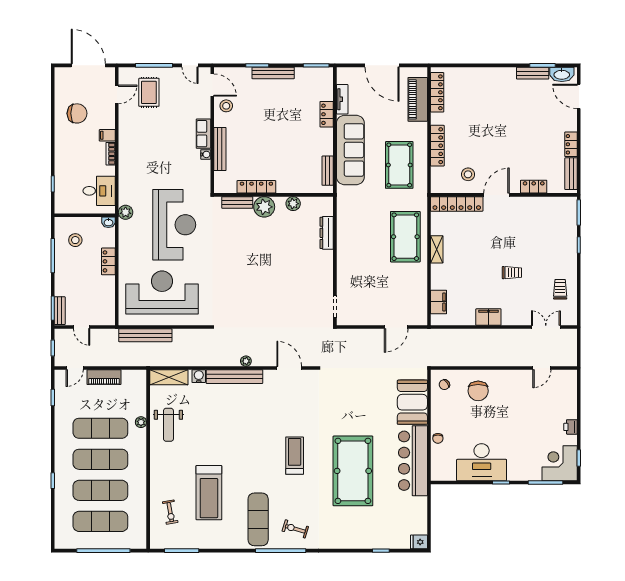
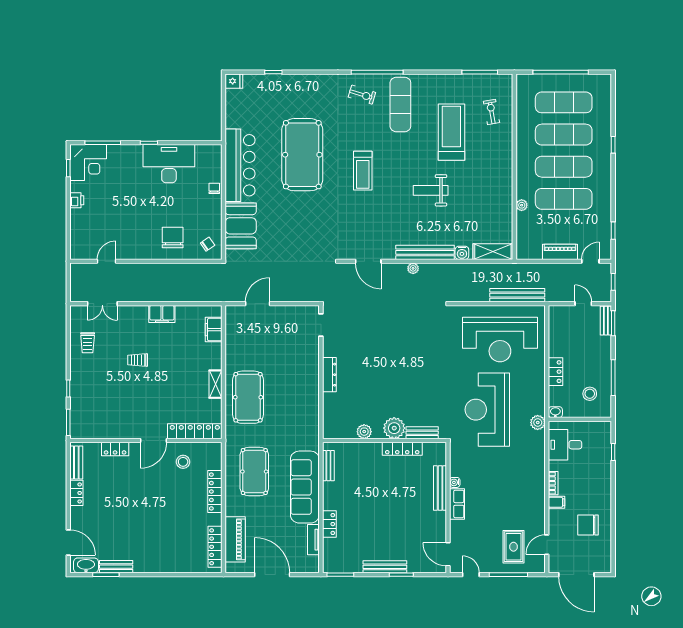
stool: (226, 106) -> (433, 533), removed
dresser: (327, 233) -> (329, 375), moved
weight bench: (168, 425) -> (431, 190), moved, turned -90

